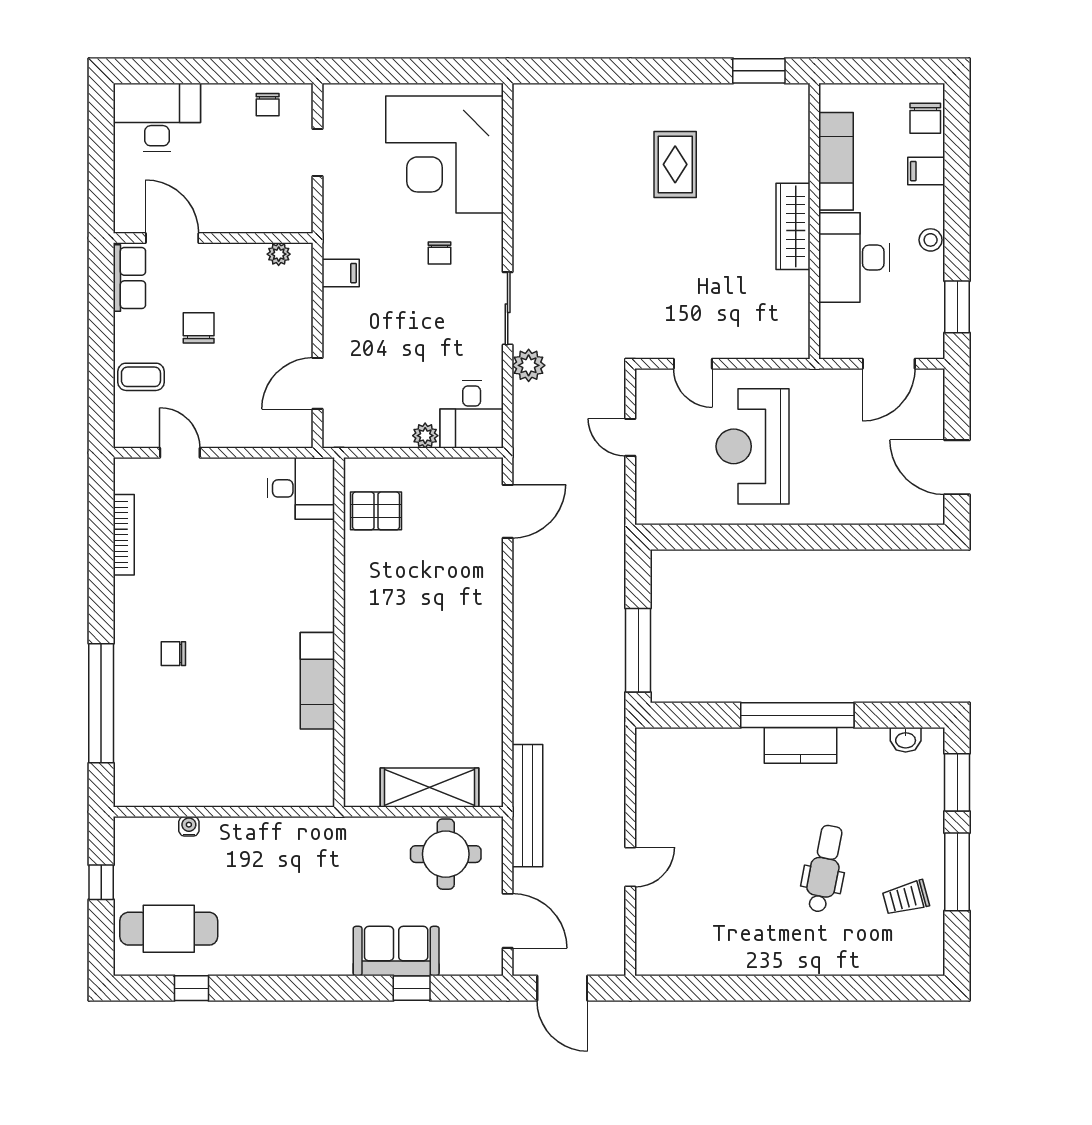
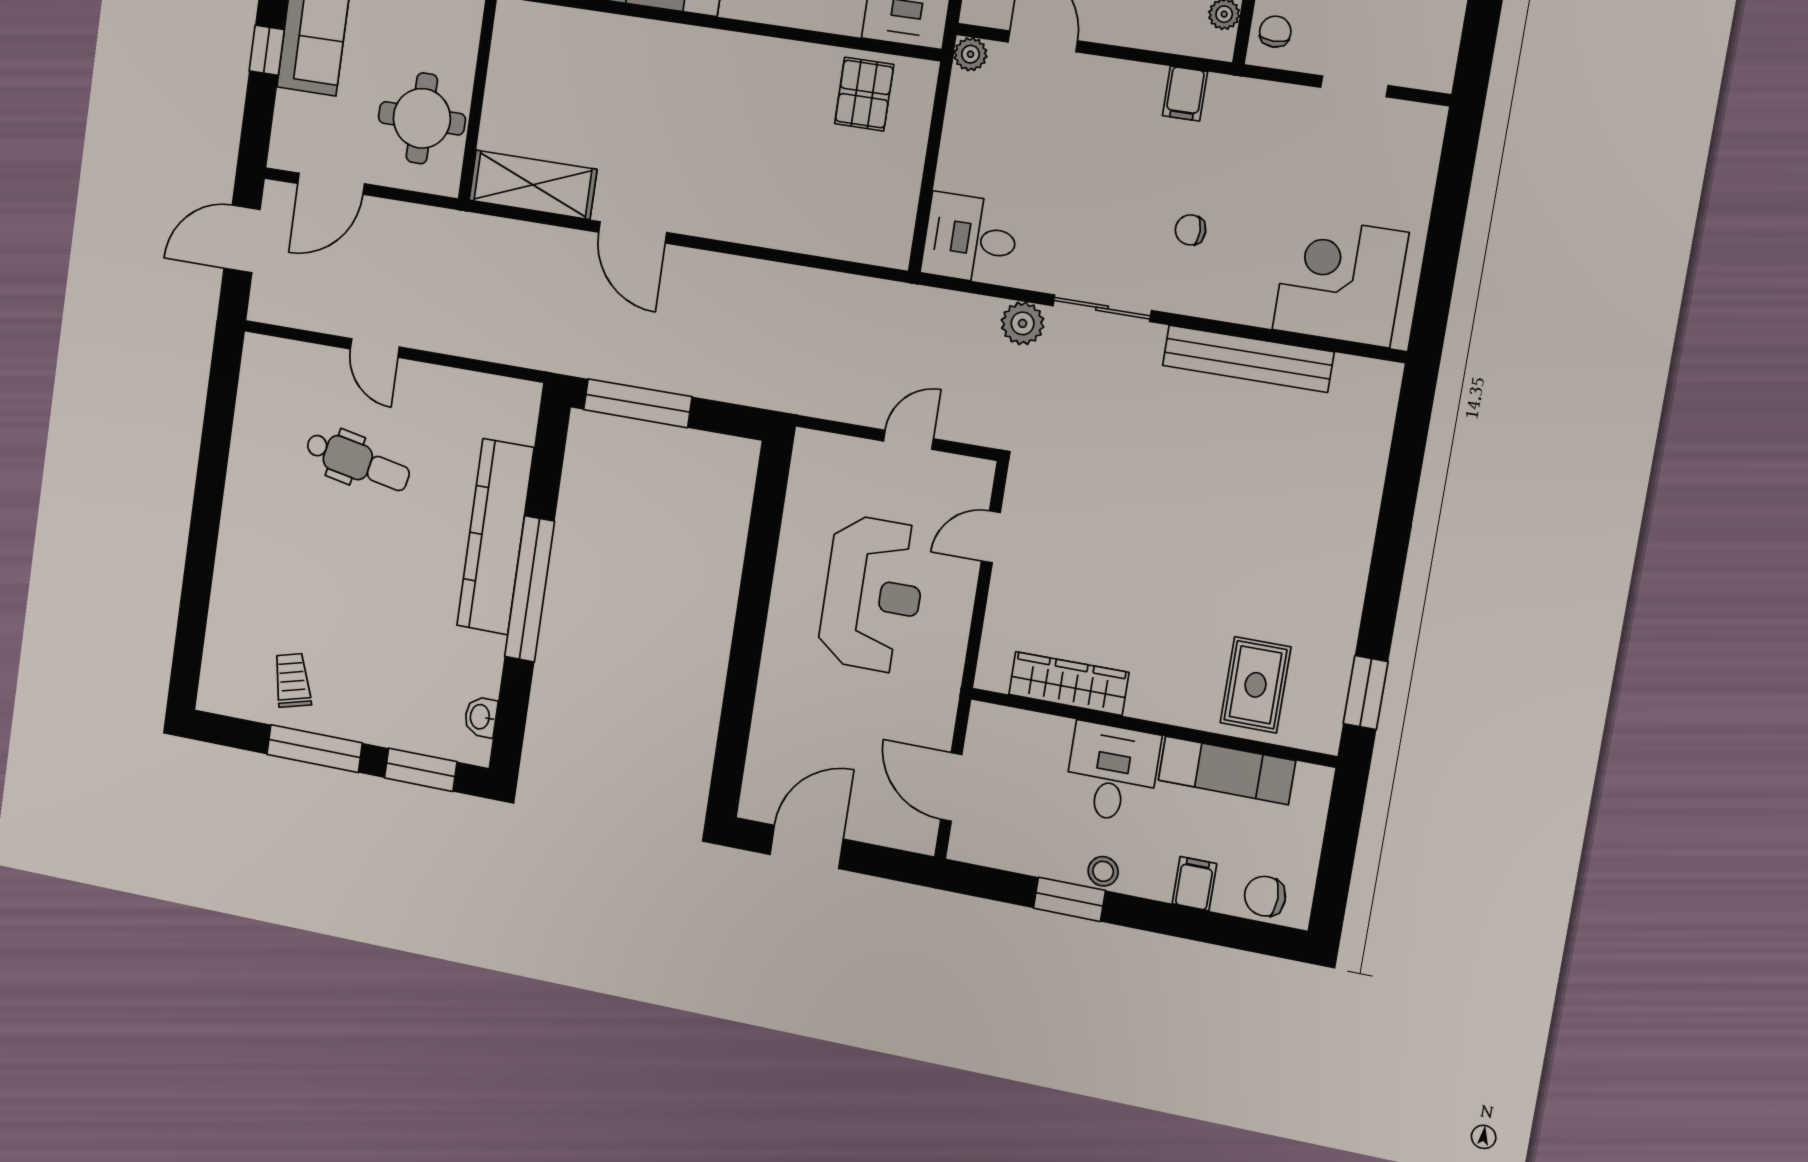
chair: (268, 105) -> (1275, 32), moved, turned 90
corner desk: (444, 155) -> (1340, 281), width x0.74, depth x0.74
rug: (675, 164) -> (1256, 685), moved, turned 90
wardrobe: (793, 226) -> (1069, 684), moved
desk: (854, 258) -> (1112, 773), width x0.73
window: (957, 307) -> (1069, 899), moved
plant: (425, 436) -> (970, 54), moved
reception desk: (753, 446) -> (873, 594), turned 90
door: (508, 511) -> (633, 232), moved
kitchen counter: (801, 745) -> (495, 537), width x2.08, depth x1.17
shelving: (430, 787) -> (533, 185), moved, turned 90
bench: (527, 806) -> (1248, 359), moved
dental chair: (824, 869) -> (358, 461), moved

